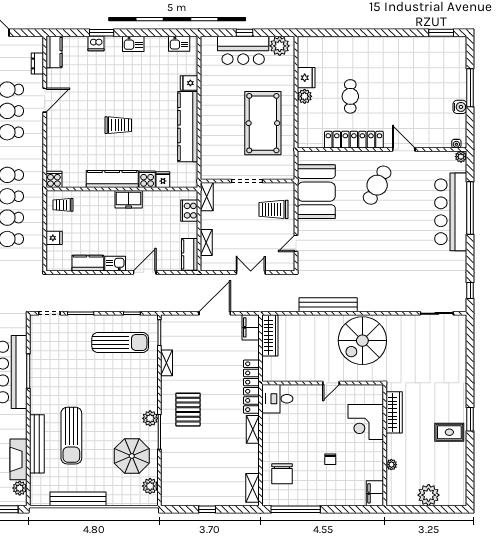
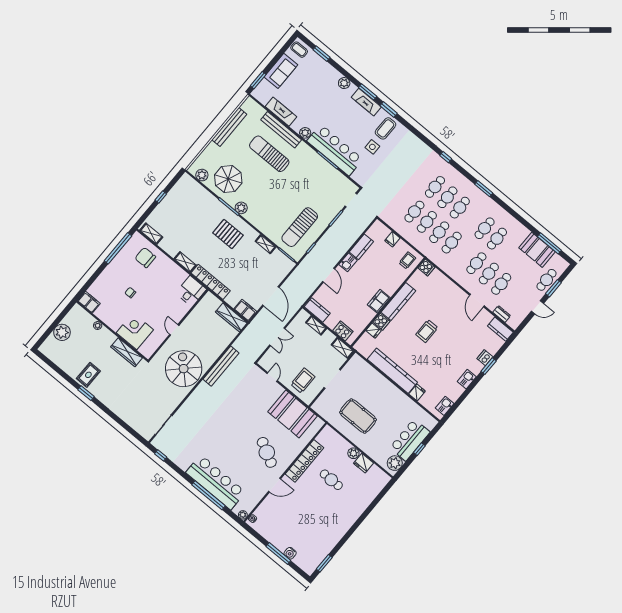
water cooler: (460, 107) -> (290, 553), moved
pool table: (263, 123) -> (358, 416), width x0.73, depth x0.76
plant: (20, 488) -> (305, 133), moved

